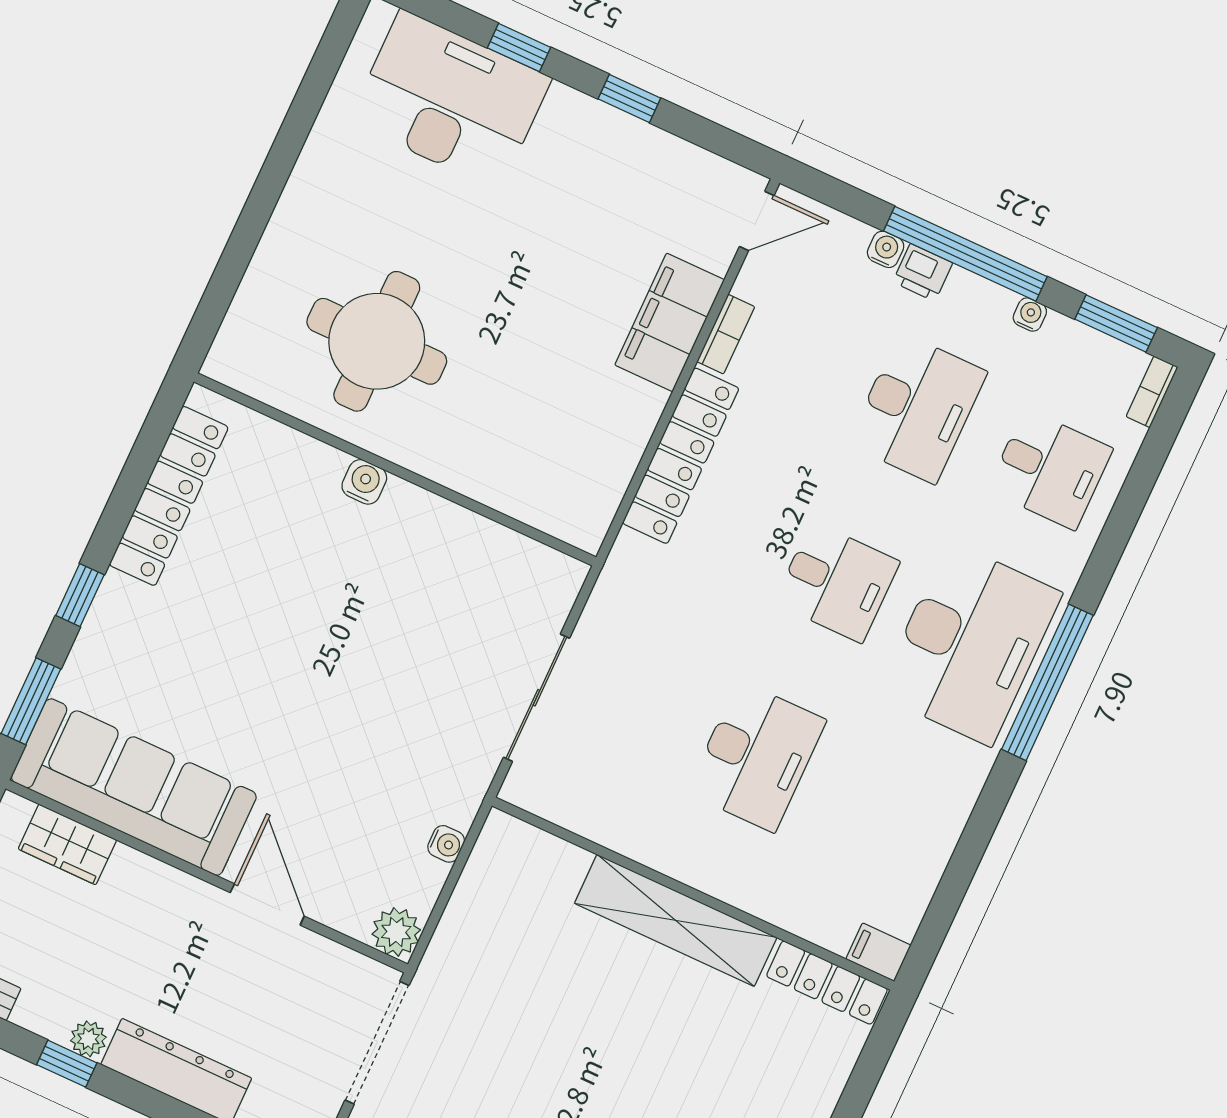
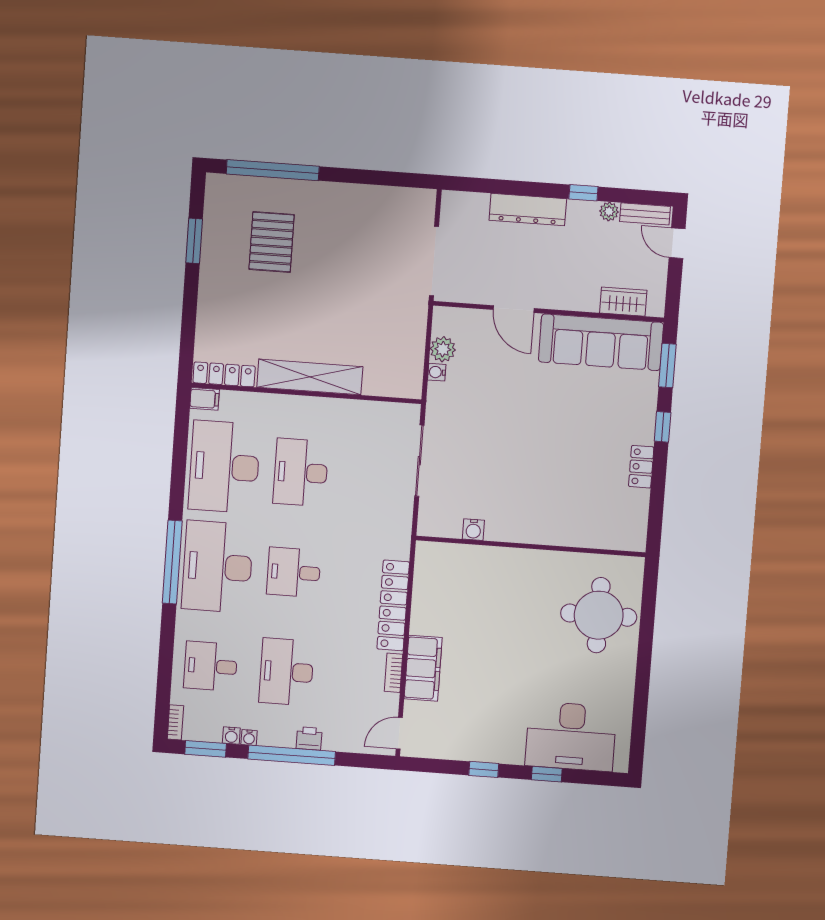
water cooler: (886, 249) -> (231, 736), moved
round table: (377, 341) -> (599, 615), moved
water cooler: (364, 482) -> (473, 530), moved
locker: (169, 496) -> (641, 467), width x0.46, depth x0.83
desk: (889, 818) -> (224, 467), added
plant: (396, 932) -> (443, 349), moved
plant: (88, 1039) -> (609, 211), moved

